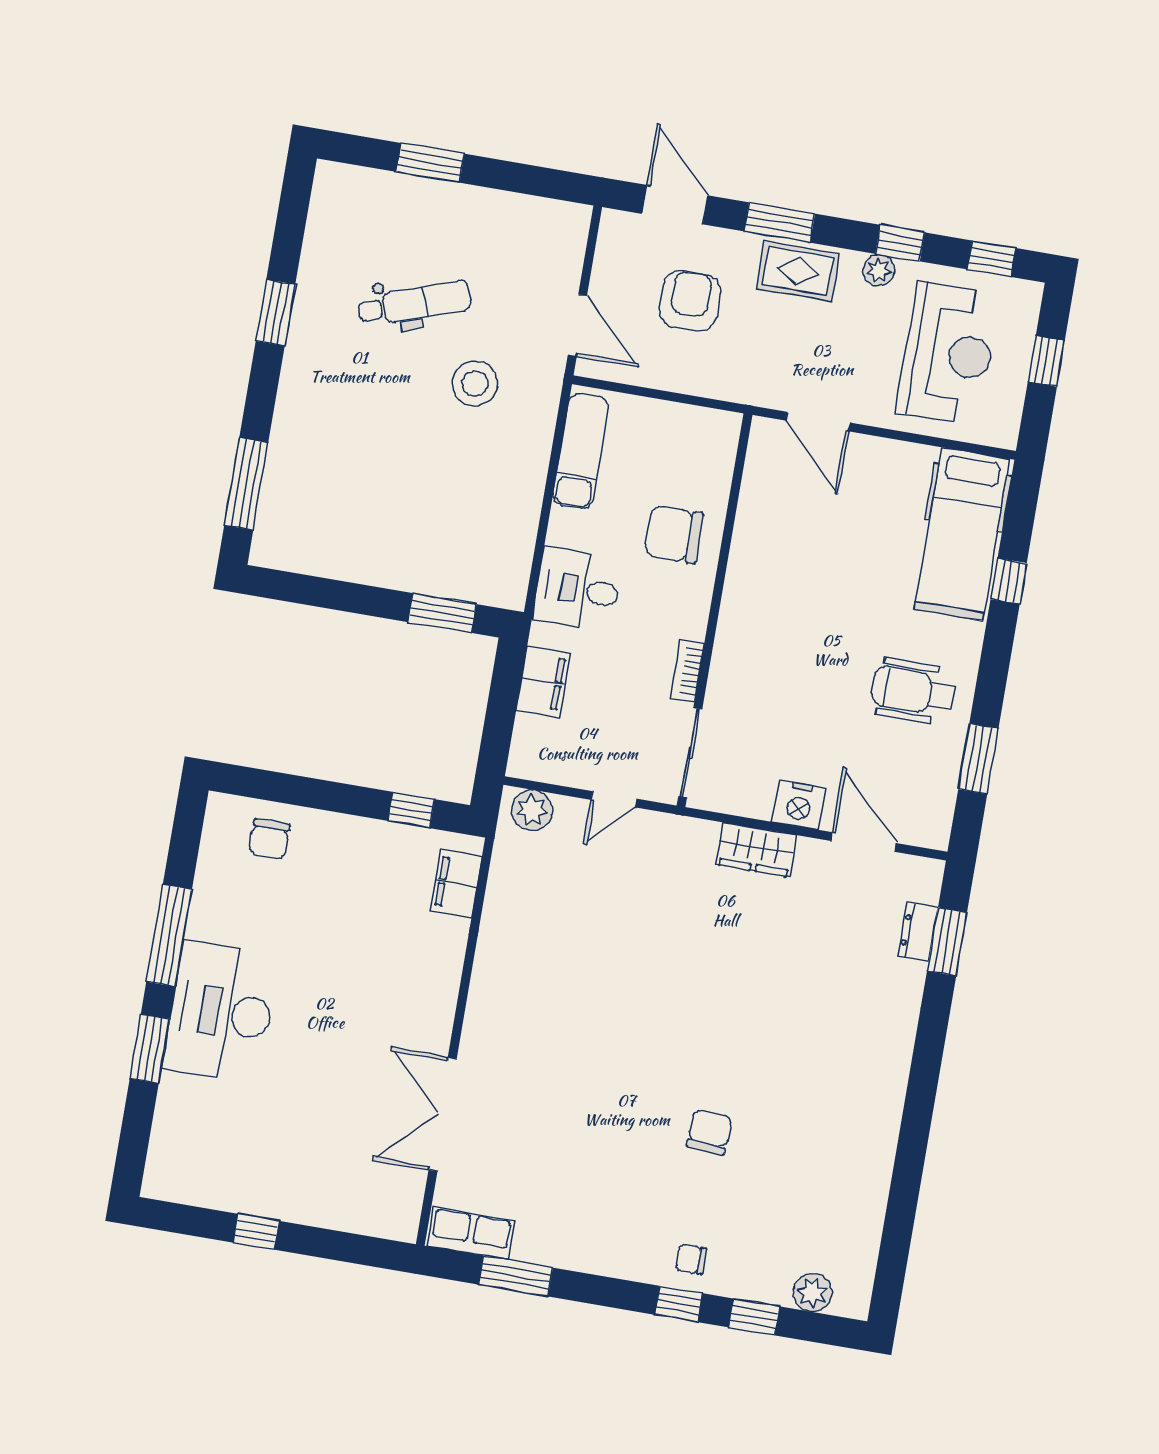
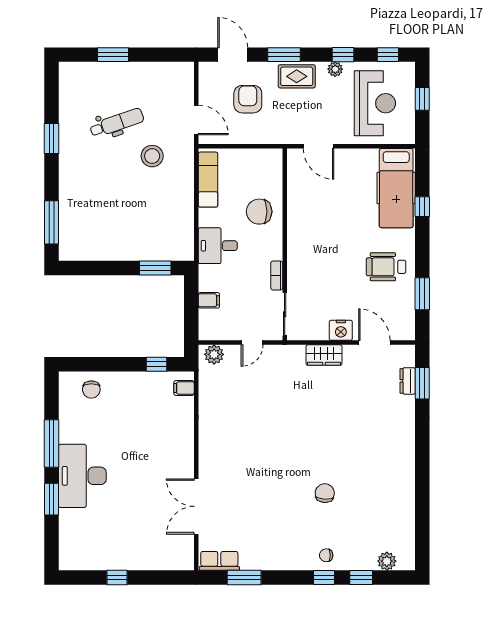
filing cabinet: (543, 682) -> (209, 300), width x0.50
filing cabinet: (456, 884) -> (184, 388), width x0.50

